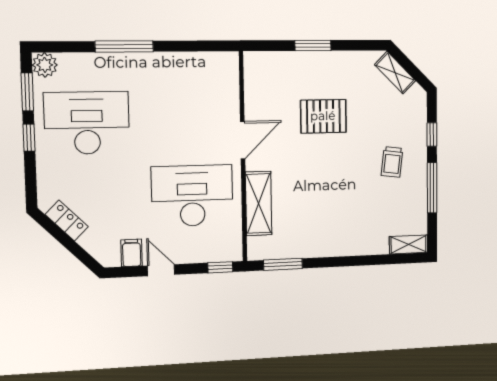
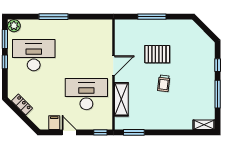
window: (313, 45) -> (152, 17), width x1.44
shelving: (395, 73) -> (197, 31), removed
trolley: (392, 162) -> (164, 83), moved

